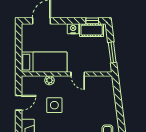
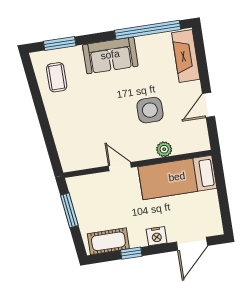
window: (92, 21) -> (131, 253), moved
nightstand: (73, 29) -> (157, 236), moved

